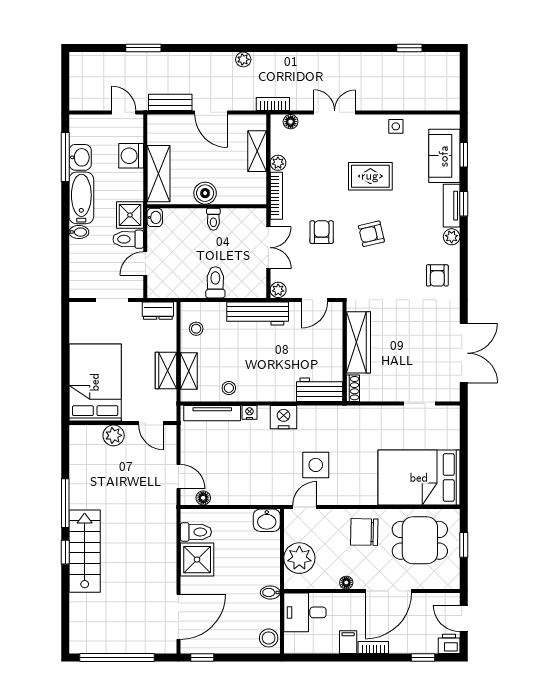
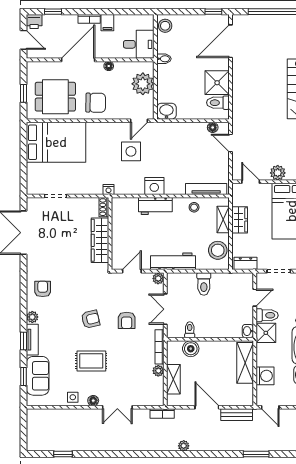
floor lamp: (291, 122) -> (93, 401), moved
boiler: (205, 193) -> (191, 349), moved
toilet: (213, 219) -> (190, 330), moved
stool: (196, 329) -> (218, 250), width x1.89, depth x1.89
workbench: (320, 390) -> (155, 206), moved
nightstand: (249, 412) -> (108, 189), moved

